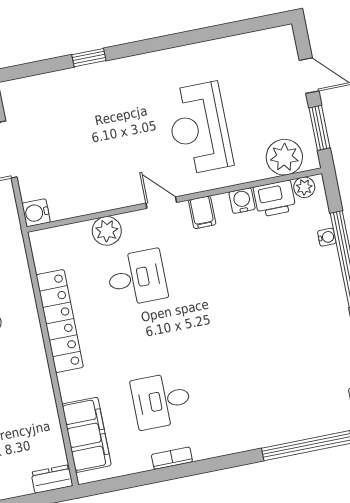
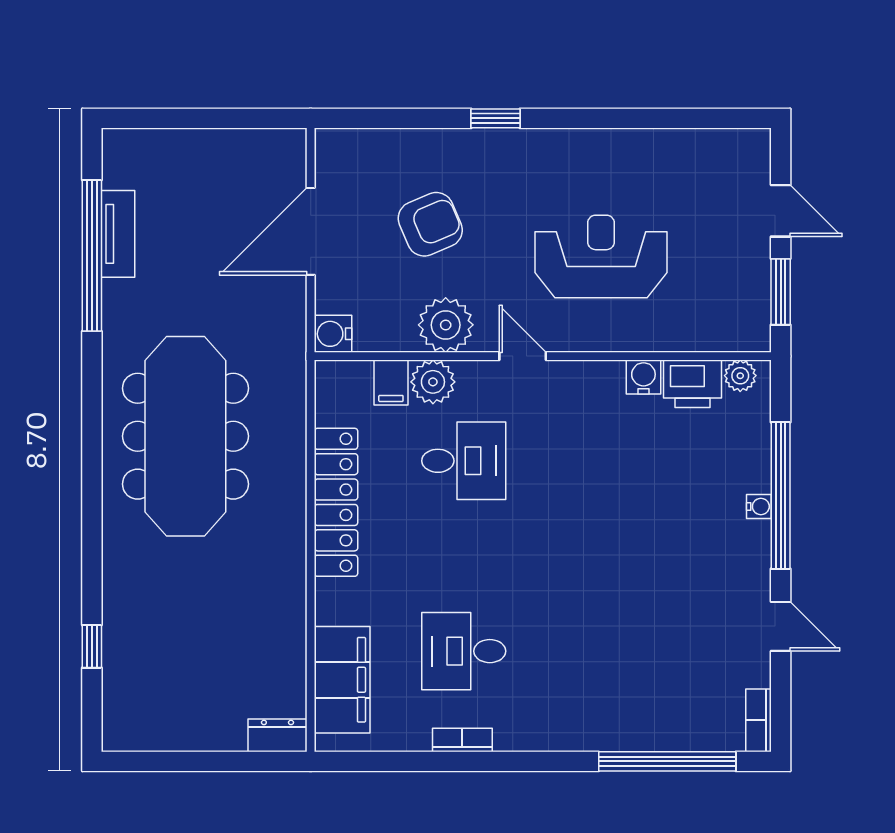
window: (89, 58) -> (495, 118), moved
reception desk: (199, 128) -> (601, 256), turned 90
armchair: (85, 129) -> (430, 224), added
plant: (284, 157) -> (446, 325), moved
filing cabinet: (202, 212) -> (391, 383), moved
water cooler: (327, 237) -> (759, 506), moved

